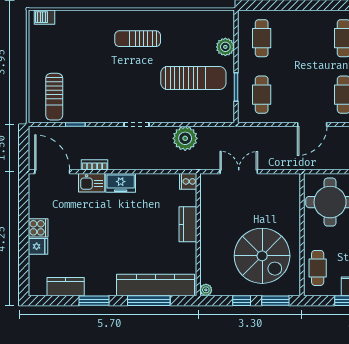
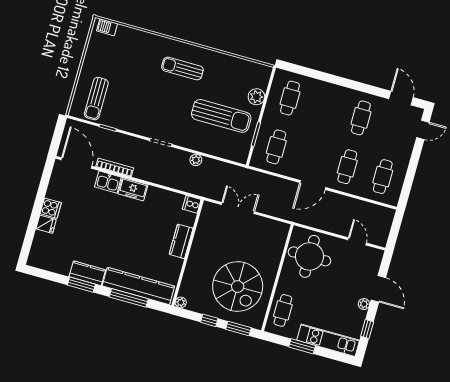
plant: (185, 138) -> (196, 160), width x0.53, depth x0.53
bookcase: (95, 165) -> (115, 167), width x1.56
kitchen counter: (66, 287) -> (87, 273), moved

